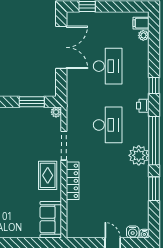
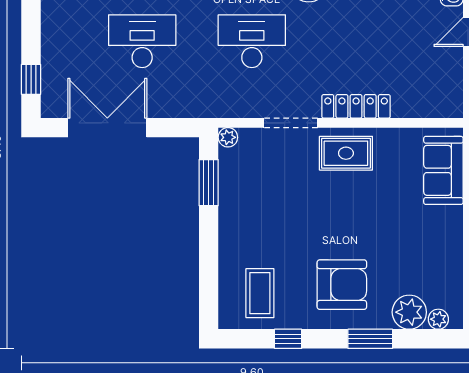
sofa: (51, 219) -> (443, 170), moved, turned 90

